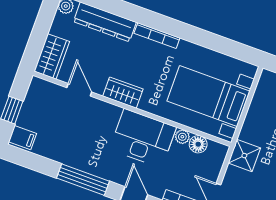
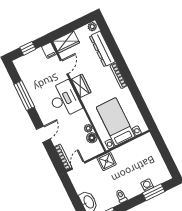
filing cabinet: (22, 138) -> (49, 50), moved
desk: (143, 138) -> (64, 99), moved
window: (83, 180) -> (24, 96), moved

